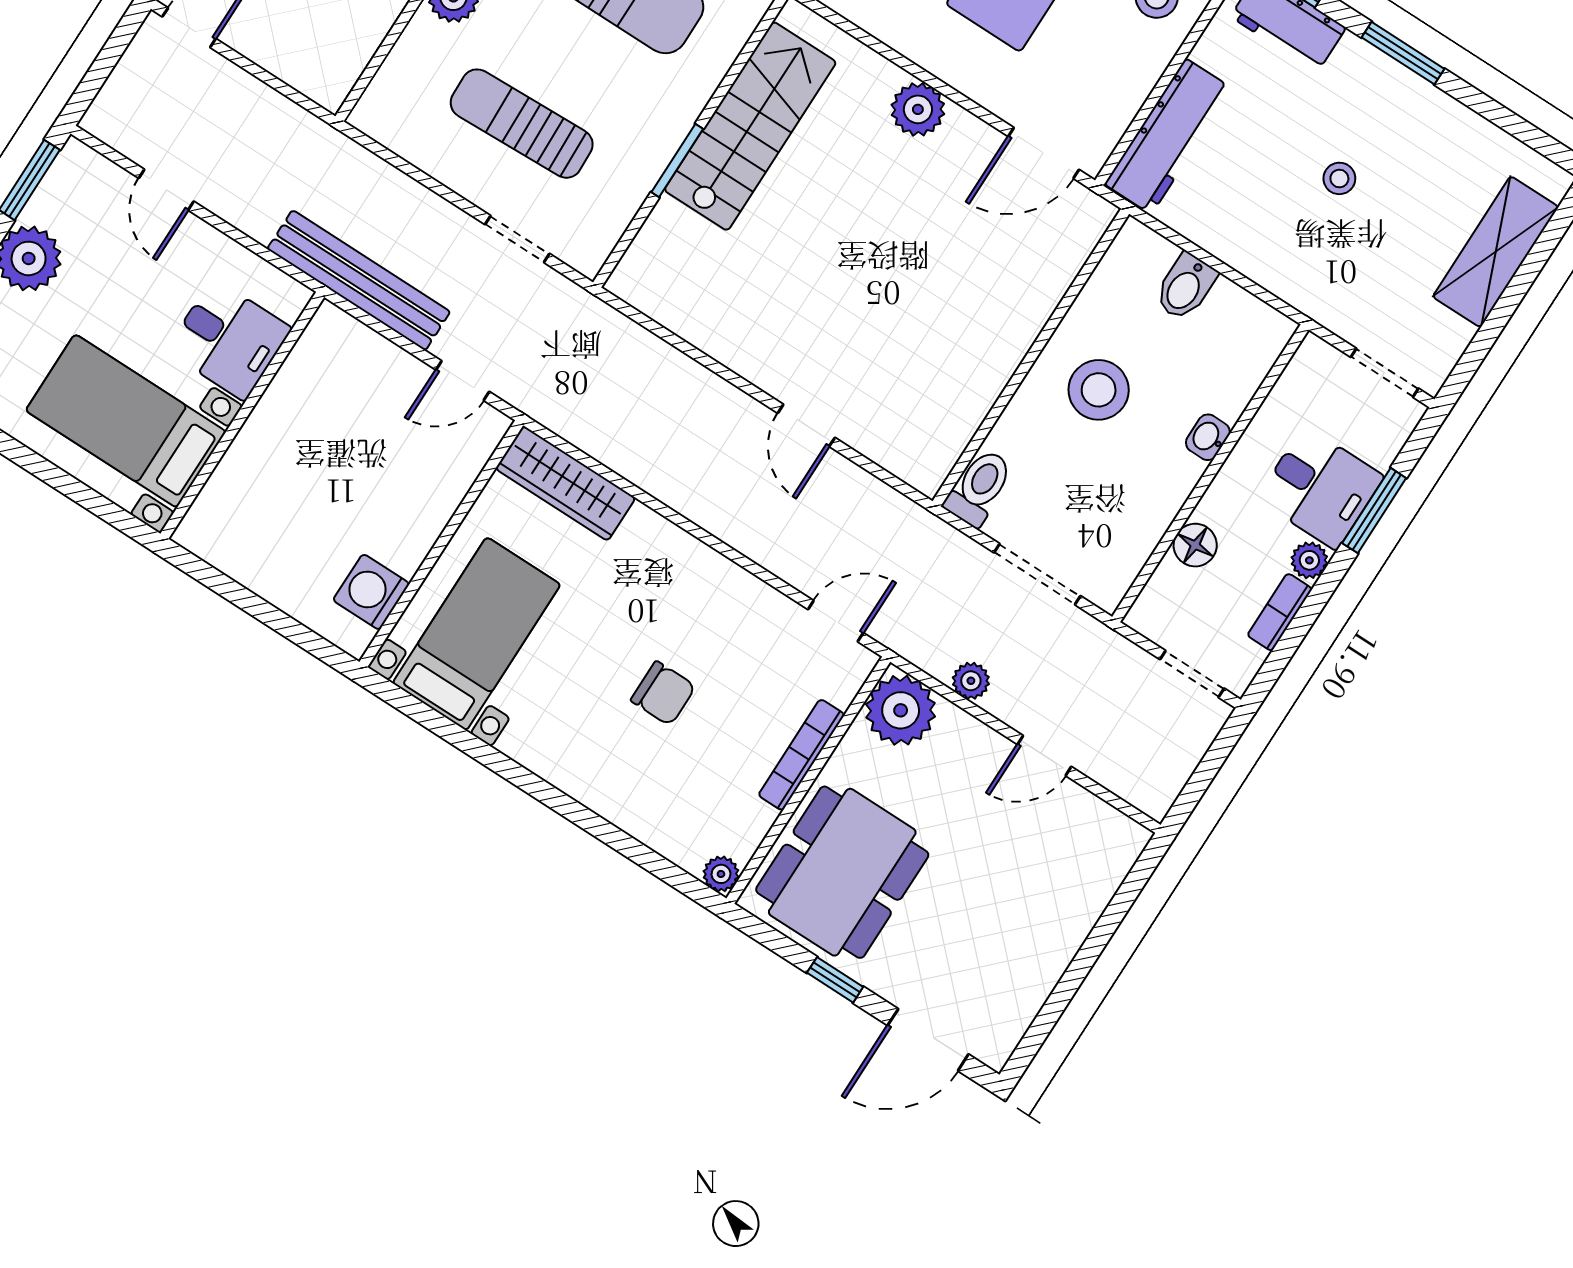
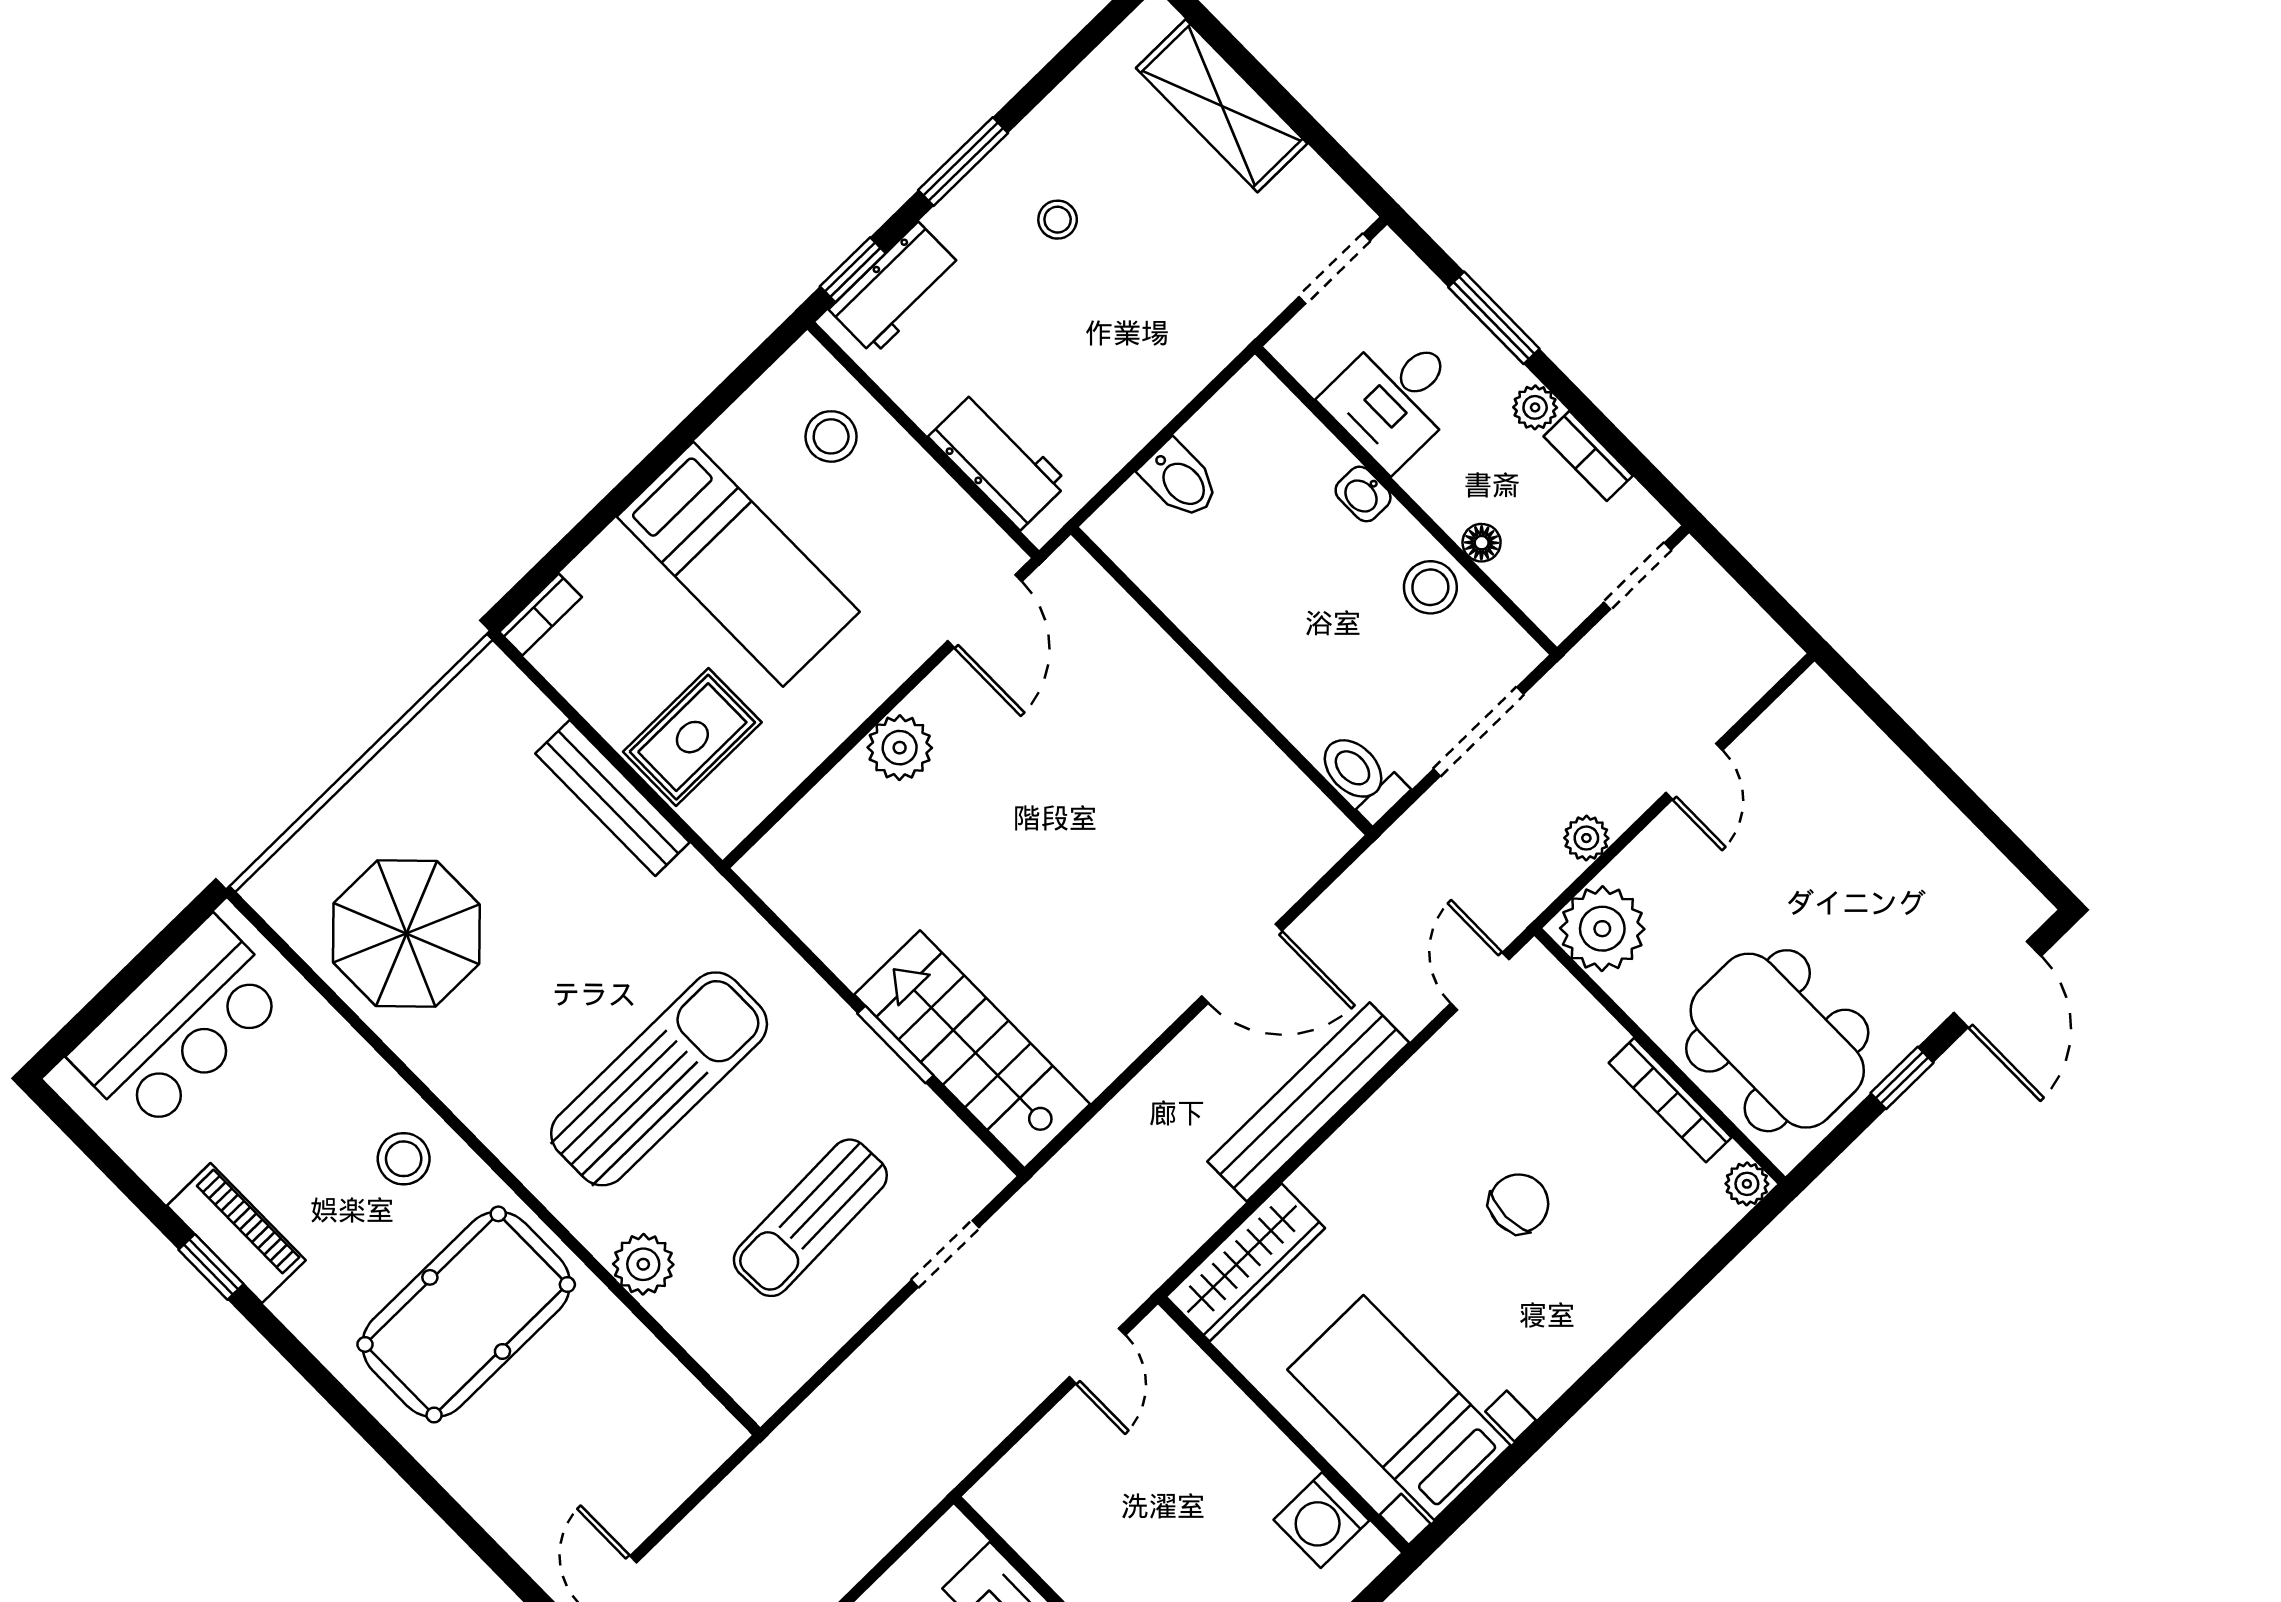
stairs: (750, 126) -> (972, 1049), moved
workbench: (1168, 136) -> (998, 460), width x0.73
stool: (1339, 178) -> (1058, 220), moved
bench: (359, 280) -> (1308, 1102), moved
stool: (1099, 390) -> (1430, 587), moved, width x0.73, depth x0.73
door: (806, 425) -> (1242, 963), width x1.38
desk: (1320, 488) -> (1395, 397), moved, turned 180
floor lamp: (1195, 545) -> (1482, 543), width x0.73, depth x0.73
bookcase: (801, 755) -> (1670, 1100), moved

